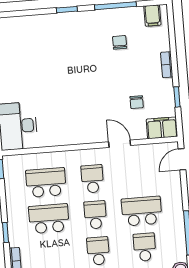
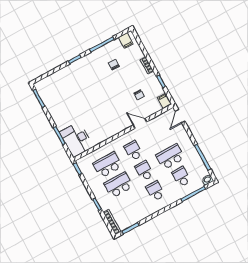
filing cabinet: (162, 128) -> (165, 101), width x0.50

